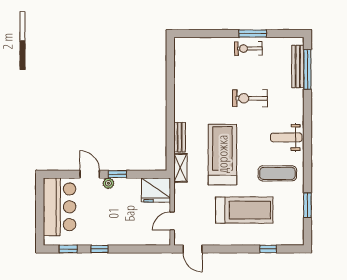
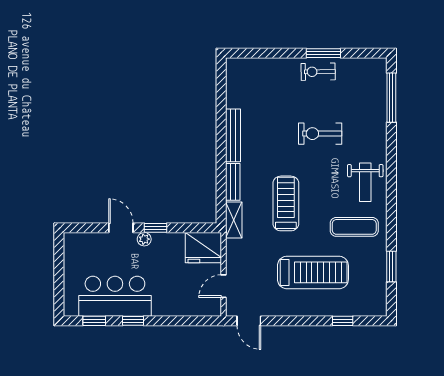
bench: (298, 67) -> (233, 135), moved
weight bench: (286, 137) -> (365, 182), turned -90
treadmill: (222, 154) -> (286, 203), width x0.73, depth x0.73
bar counter: (60, 207) -> (115, 296), moved, turned -90

